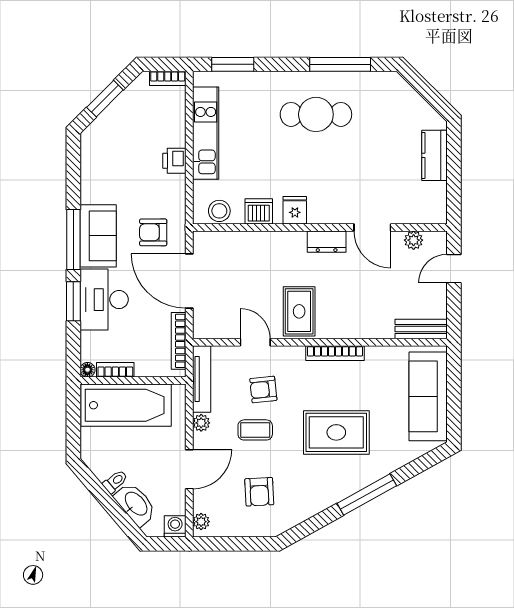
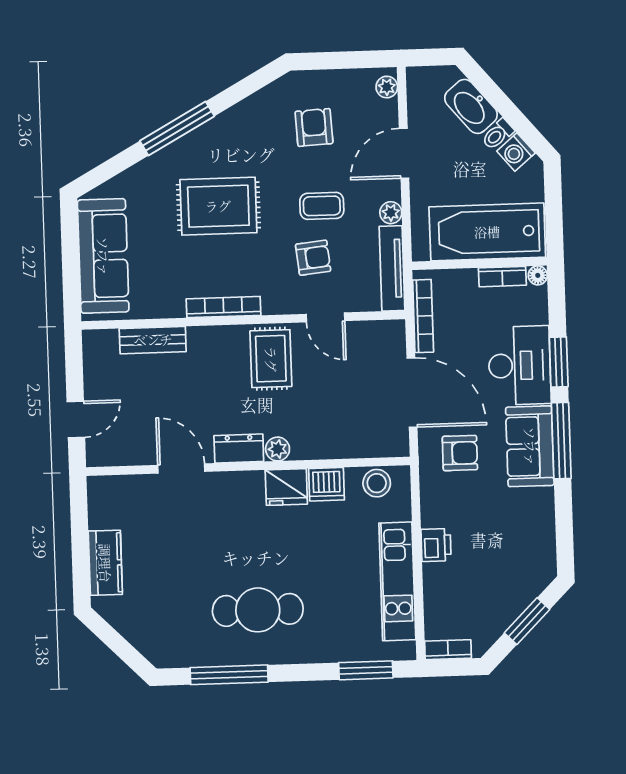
fridge: (295, 210) -> (286, 487), width x1.38
plant: (414, 240) -> (278, 449), moved
bench: (421, 329) -> (153, 340), moved
washing machine: (175, 526) -> (516, 152), moved, turned 50

